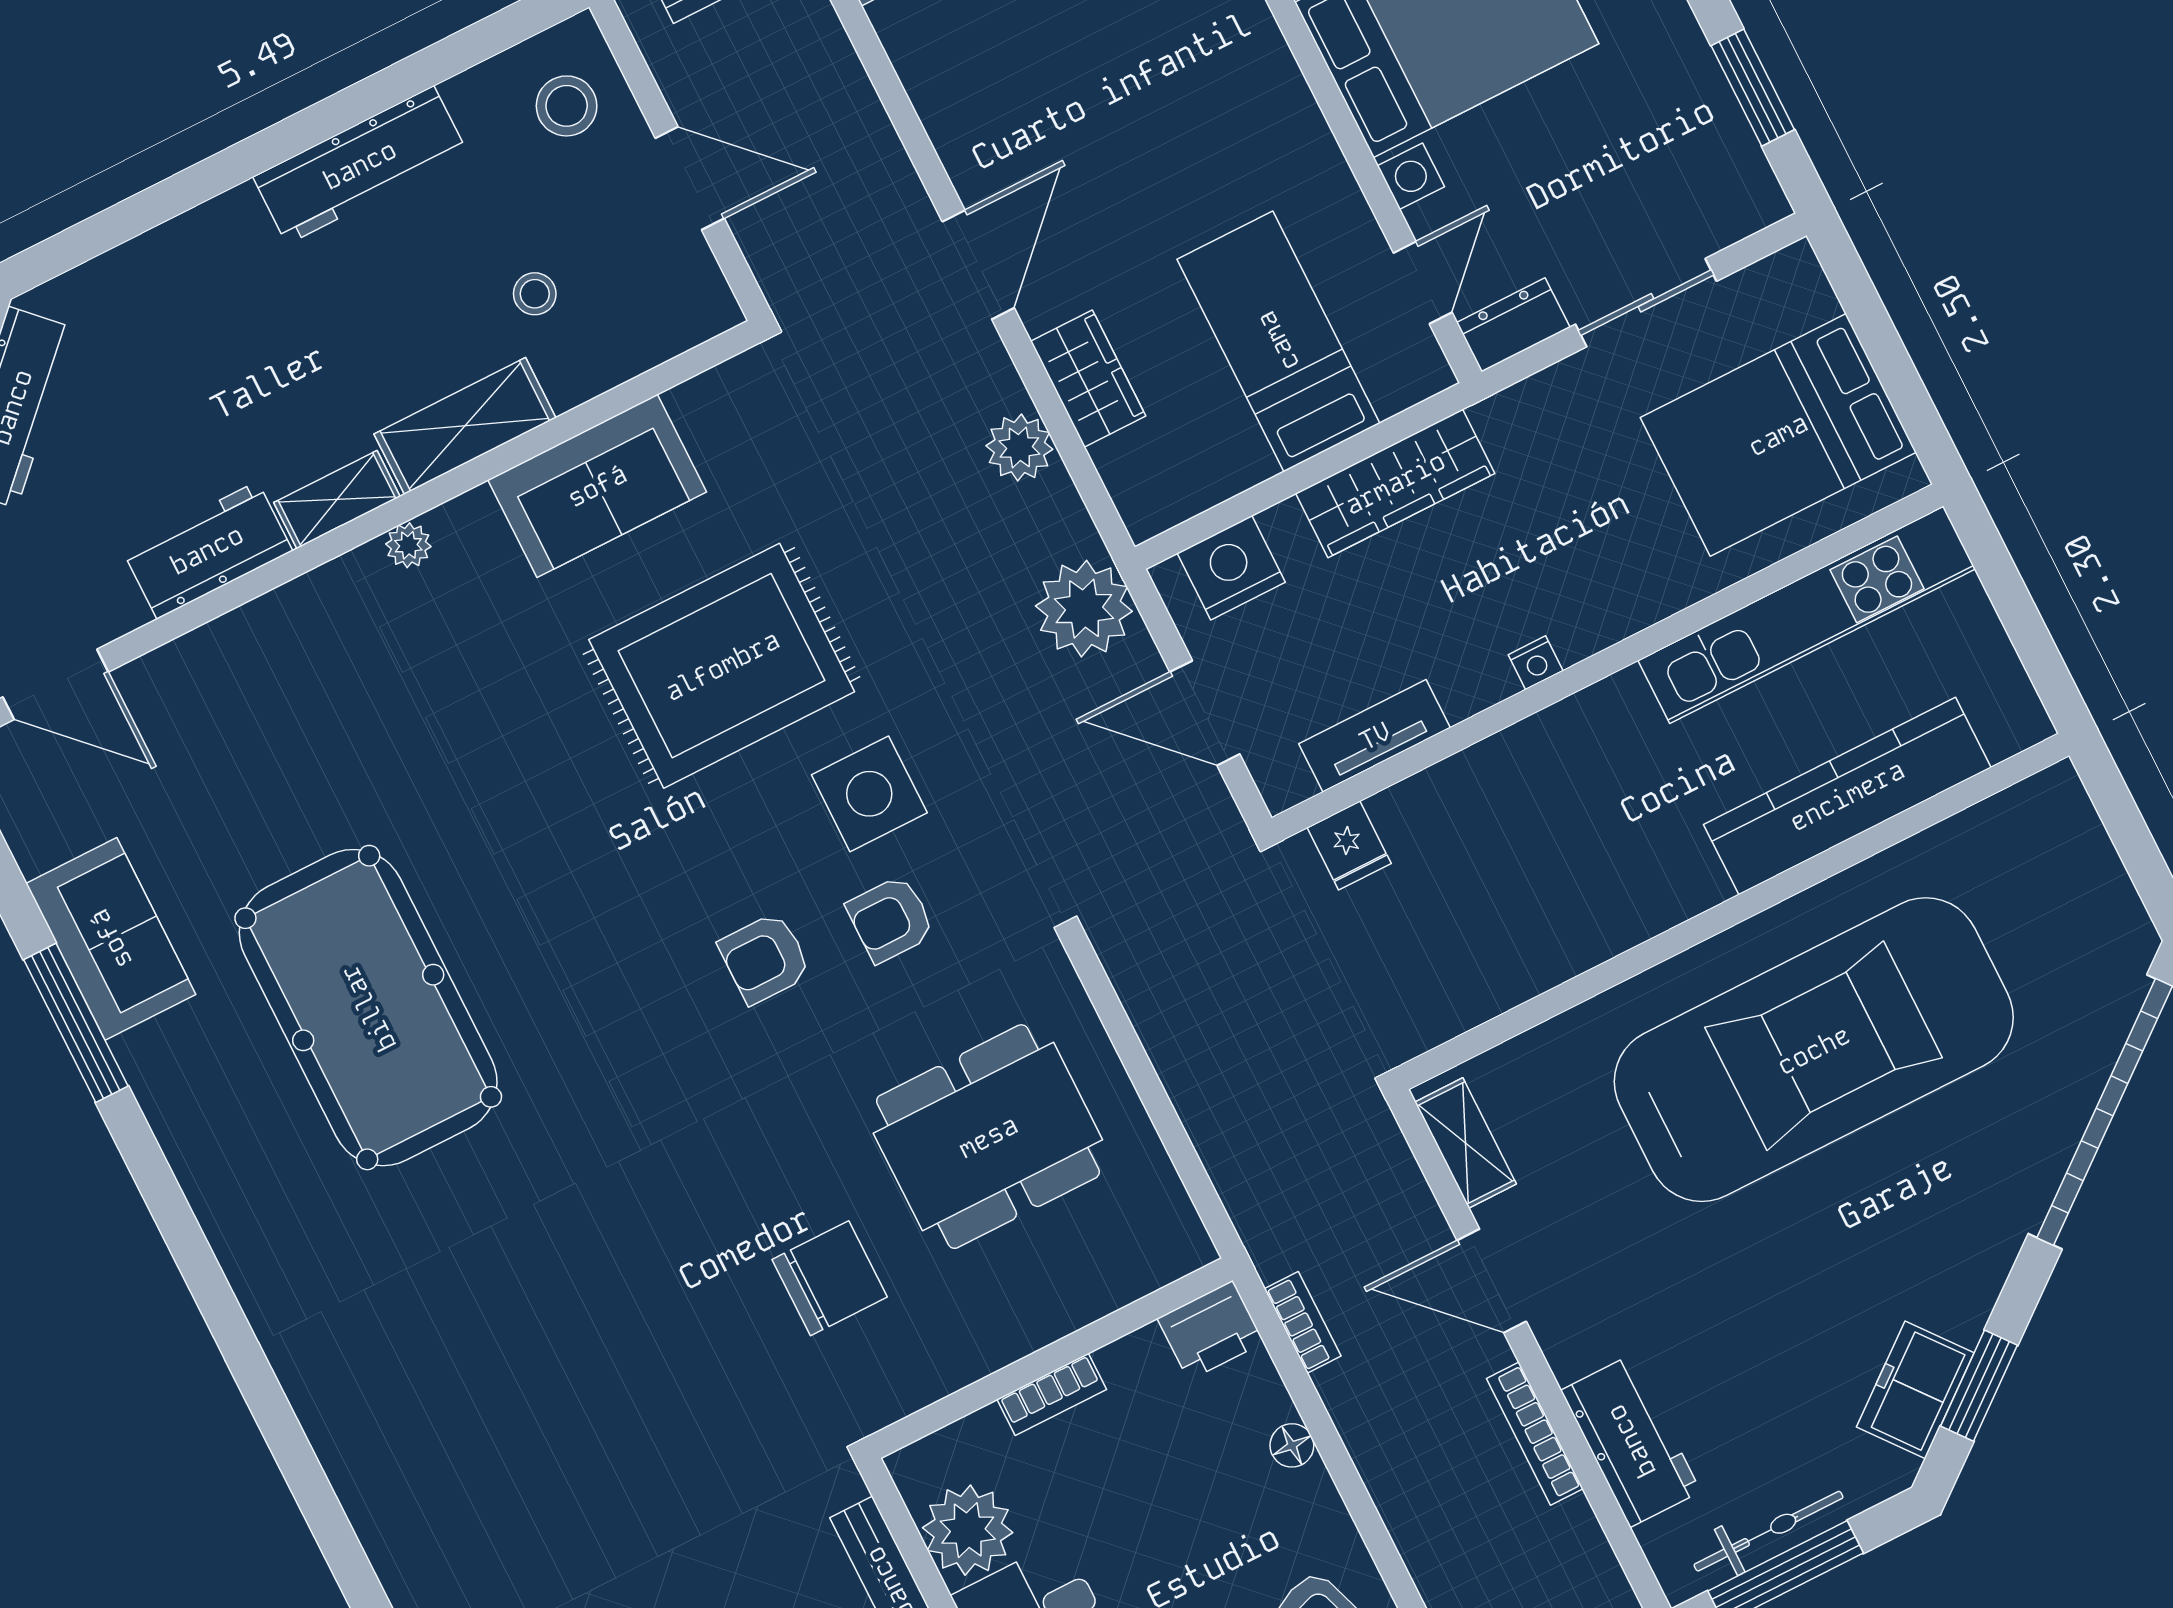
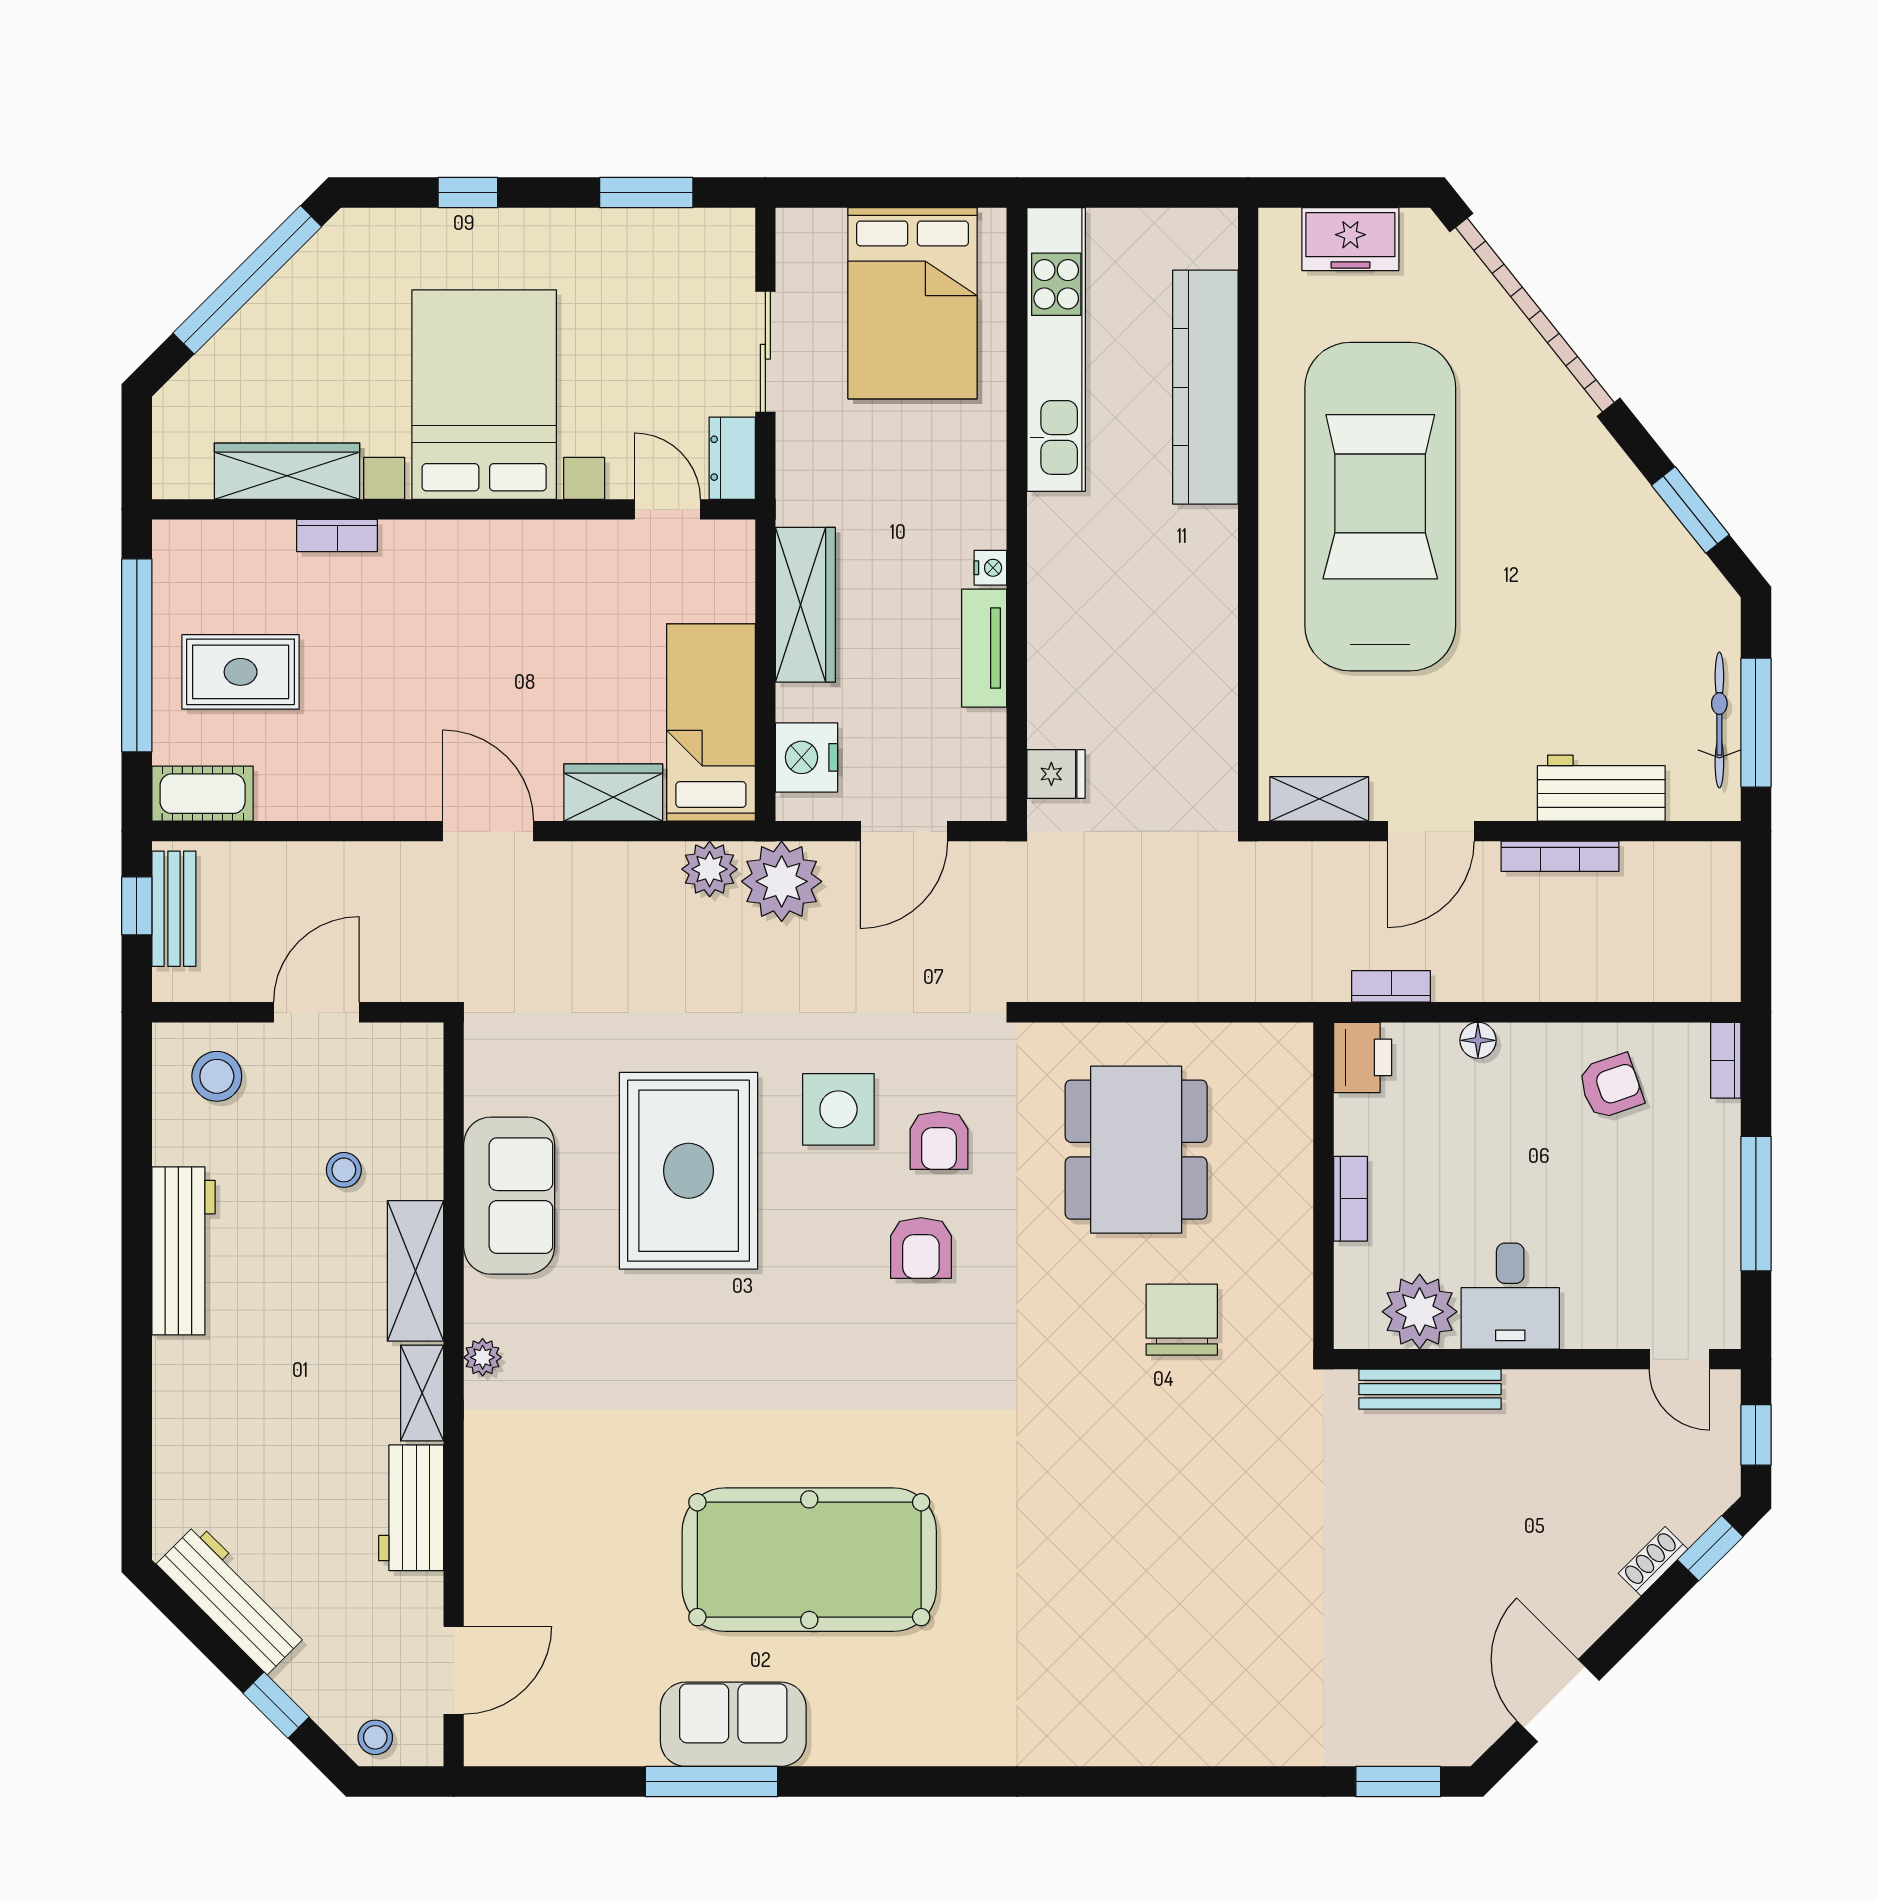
bed: (1278, 341) -> (711, 722), moved, turned 90
plant: (1019, 448) -> (710, 869), moved
tv unit: (1375, 736) -> (984, 648), moved
sofa: (111, 939) -> (733, 1724), moved
freezer: (1915, 1390) -> (1350, 239), moved, turned -51

